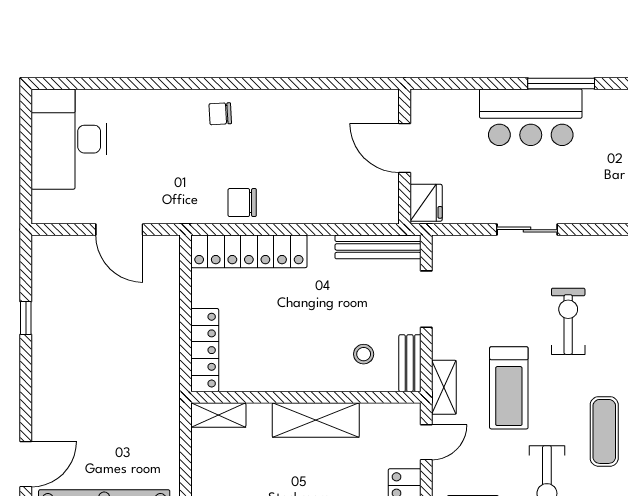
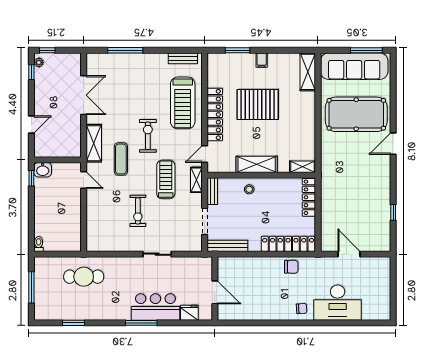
desk: (69, 139) -> (338, 303), moved, turned 90
fridge: (426, 203) -> (189, 313), moved, turned 90
stool: (364, 354) -> (249, 189), moved

